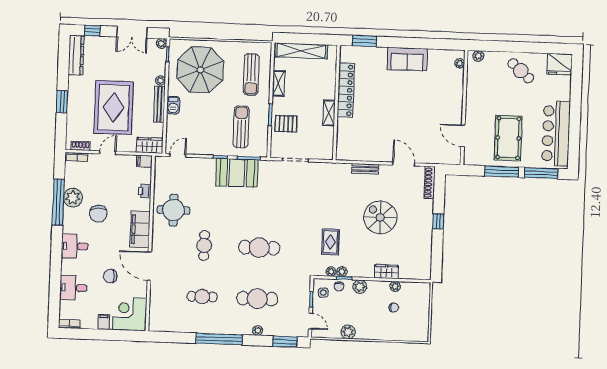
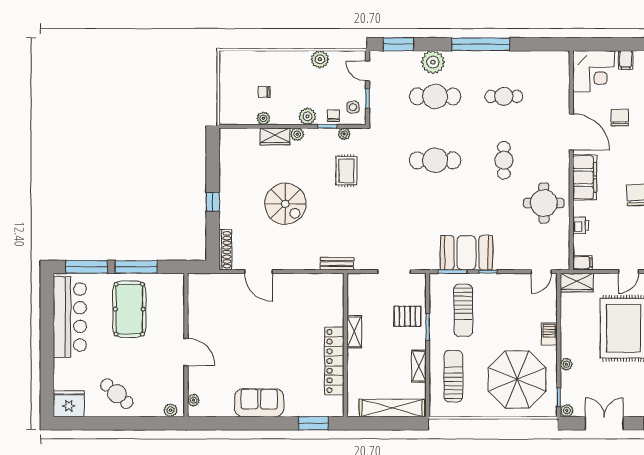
bench: (159, 104) -> (567, 334), removed
door: (463, 136) -> (186, 352), moved
bench: (365, 169) -> (337, 264), moved
plant: (342, 272) -> (297, 134), moved
chair: (110, 276) -> (620, 117), turned -90
plant: (258, 331) -> (433, 62), width x1.87, depth x1.87

